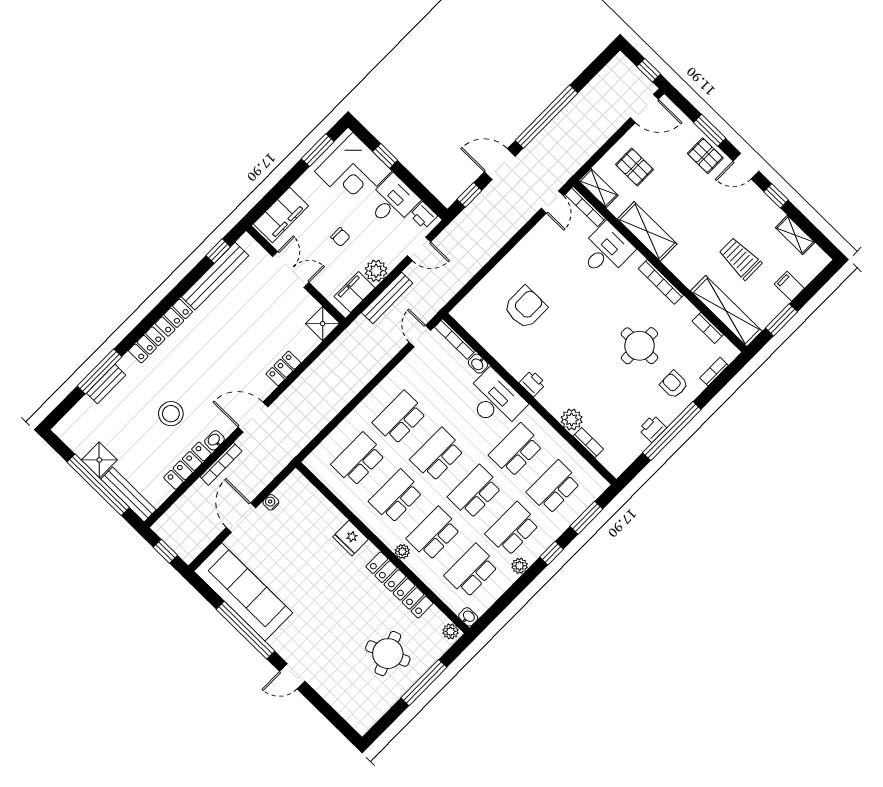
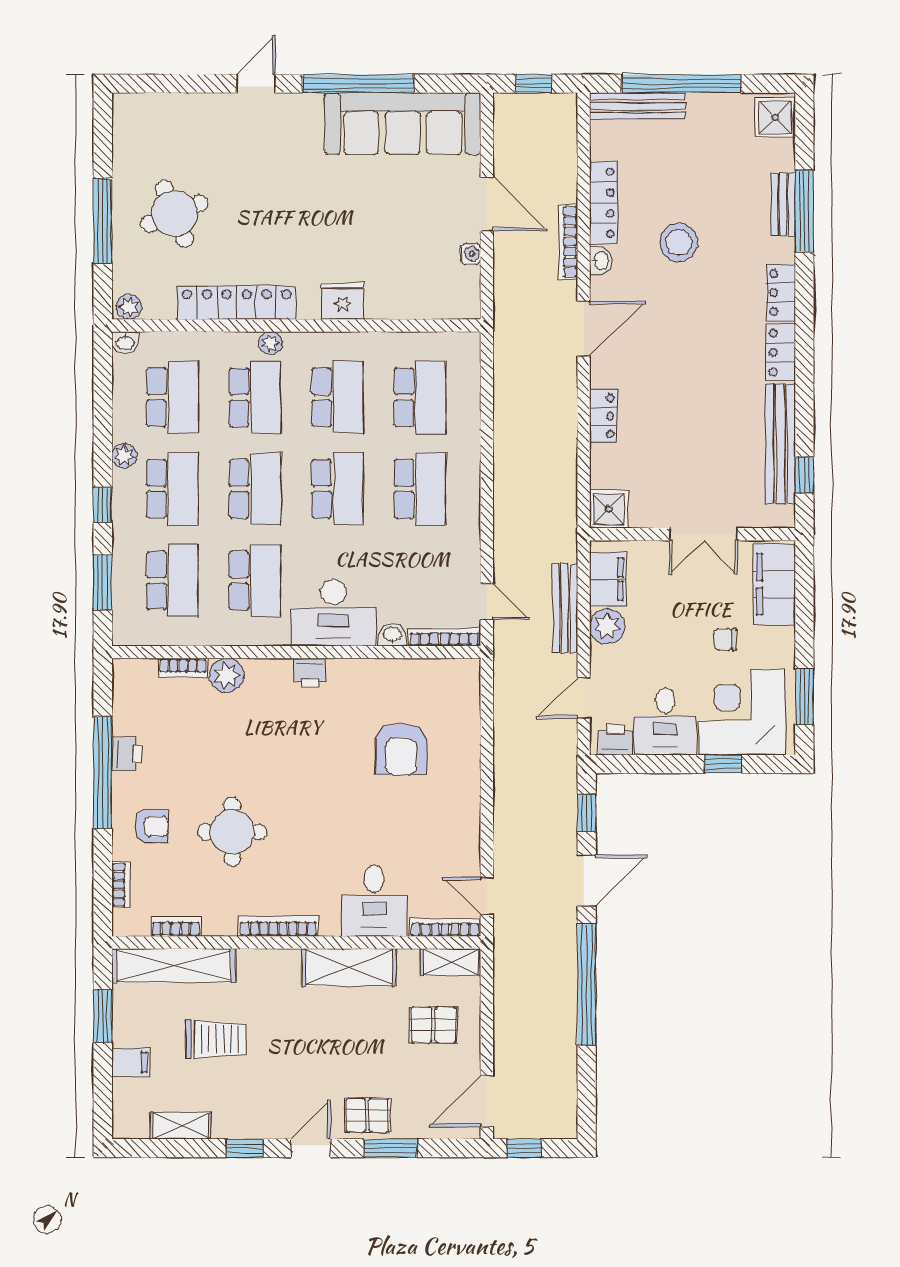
chair: (340, 237) -> (726, 639), moved
shower: (99, 460) -> (775, 117), moved

